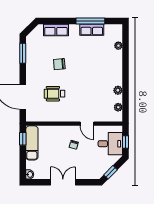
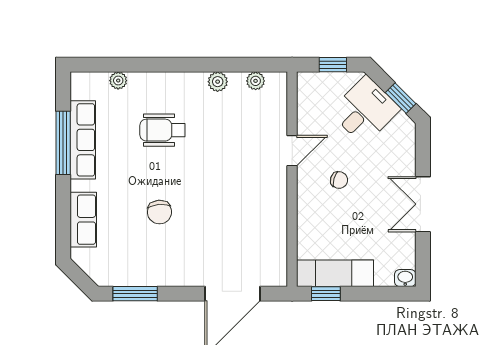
row of seats: (92, 30) -> (83, 140), width x1.48
wheelchair: (55, 94) -> (163, 130), moved, turned 90
desk: (110, 144) -> (365, 110), moved, turned 45

